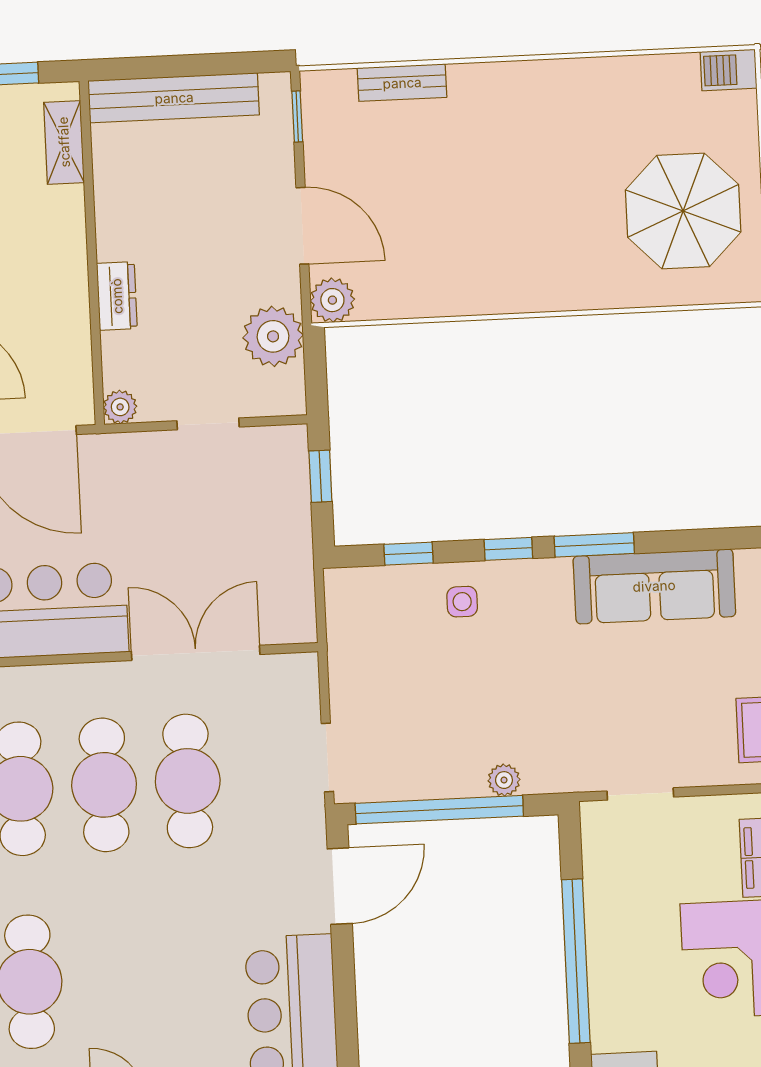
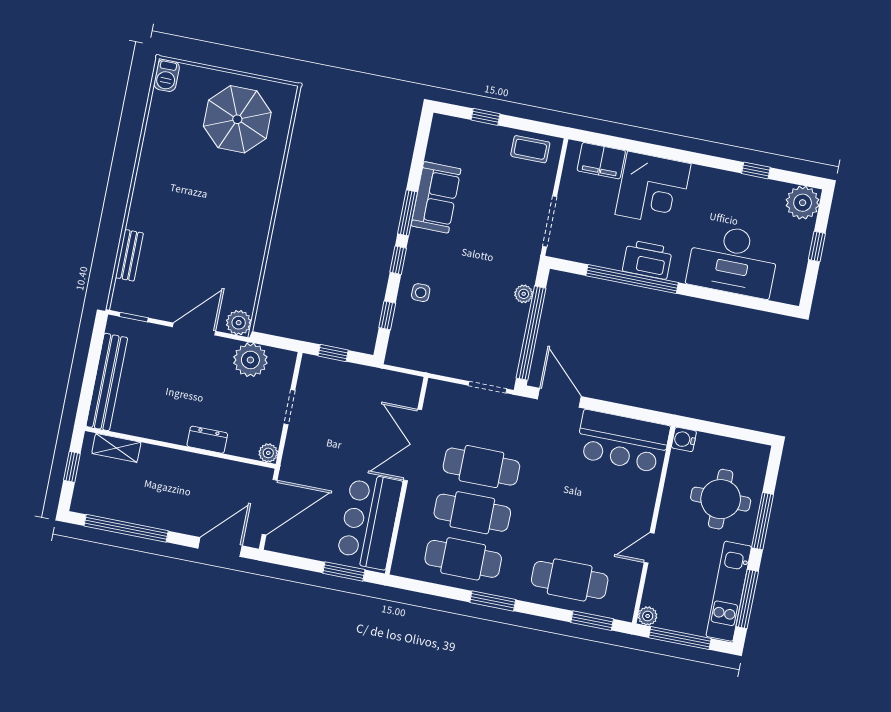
sofa: (654, 586) -> (436, 197), width x0.73
doorway: (640, 794) -> (550, 221), width x1.38
printer: (616, 979) -> (647, 260), added

